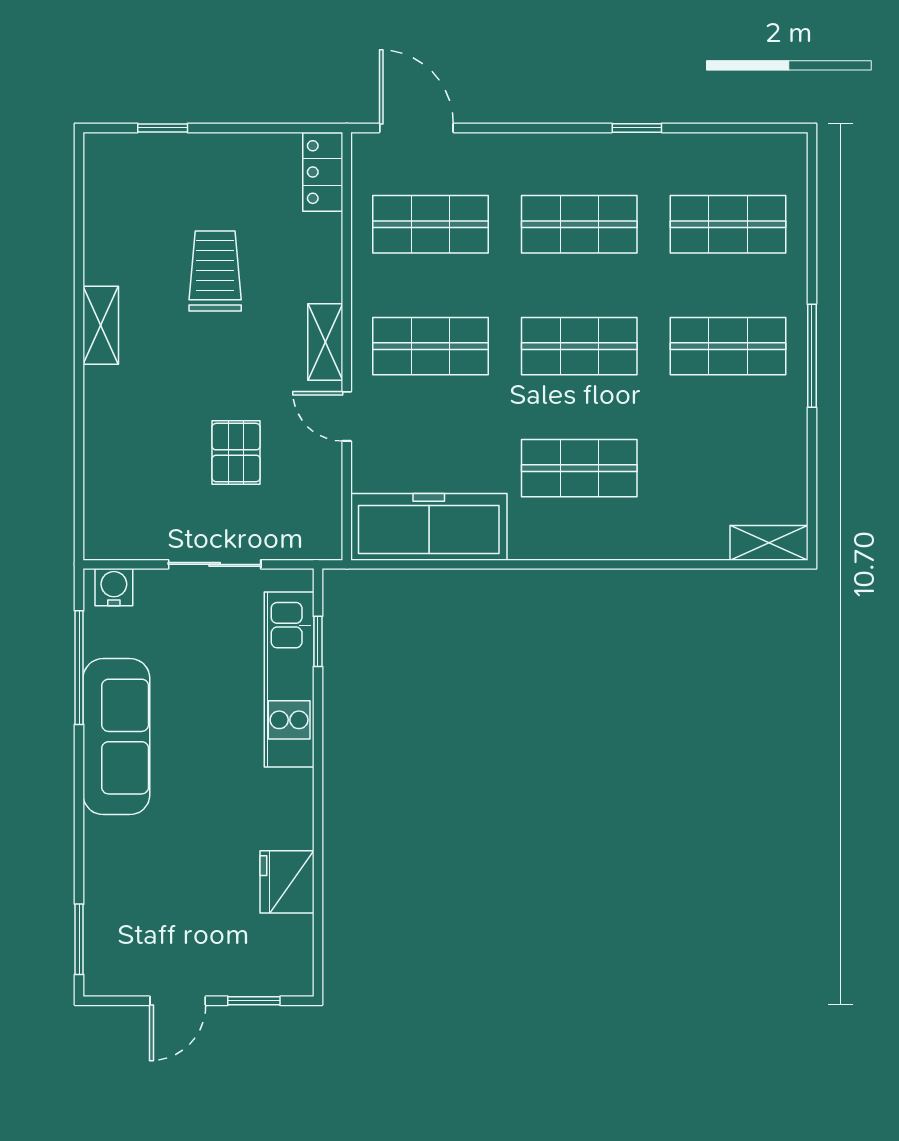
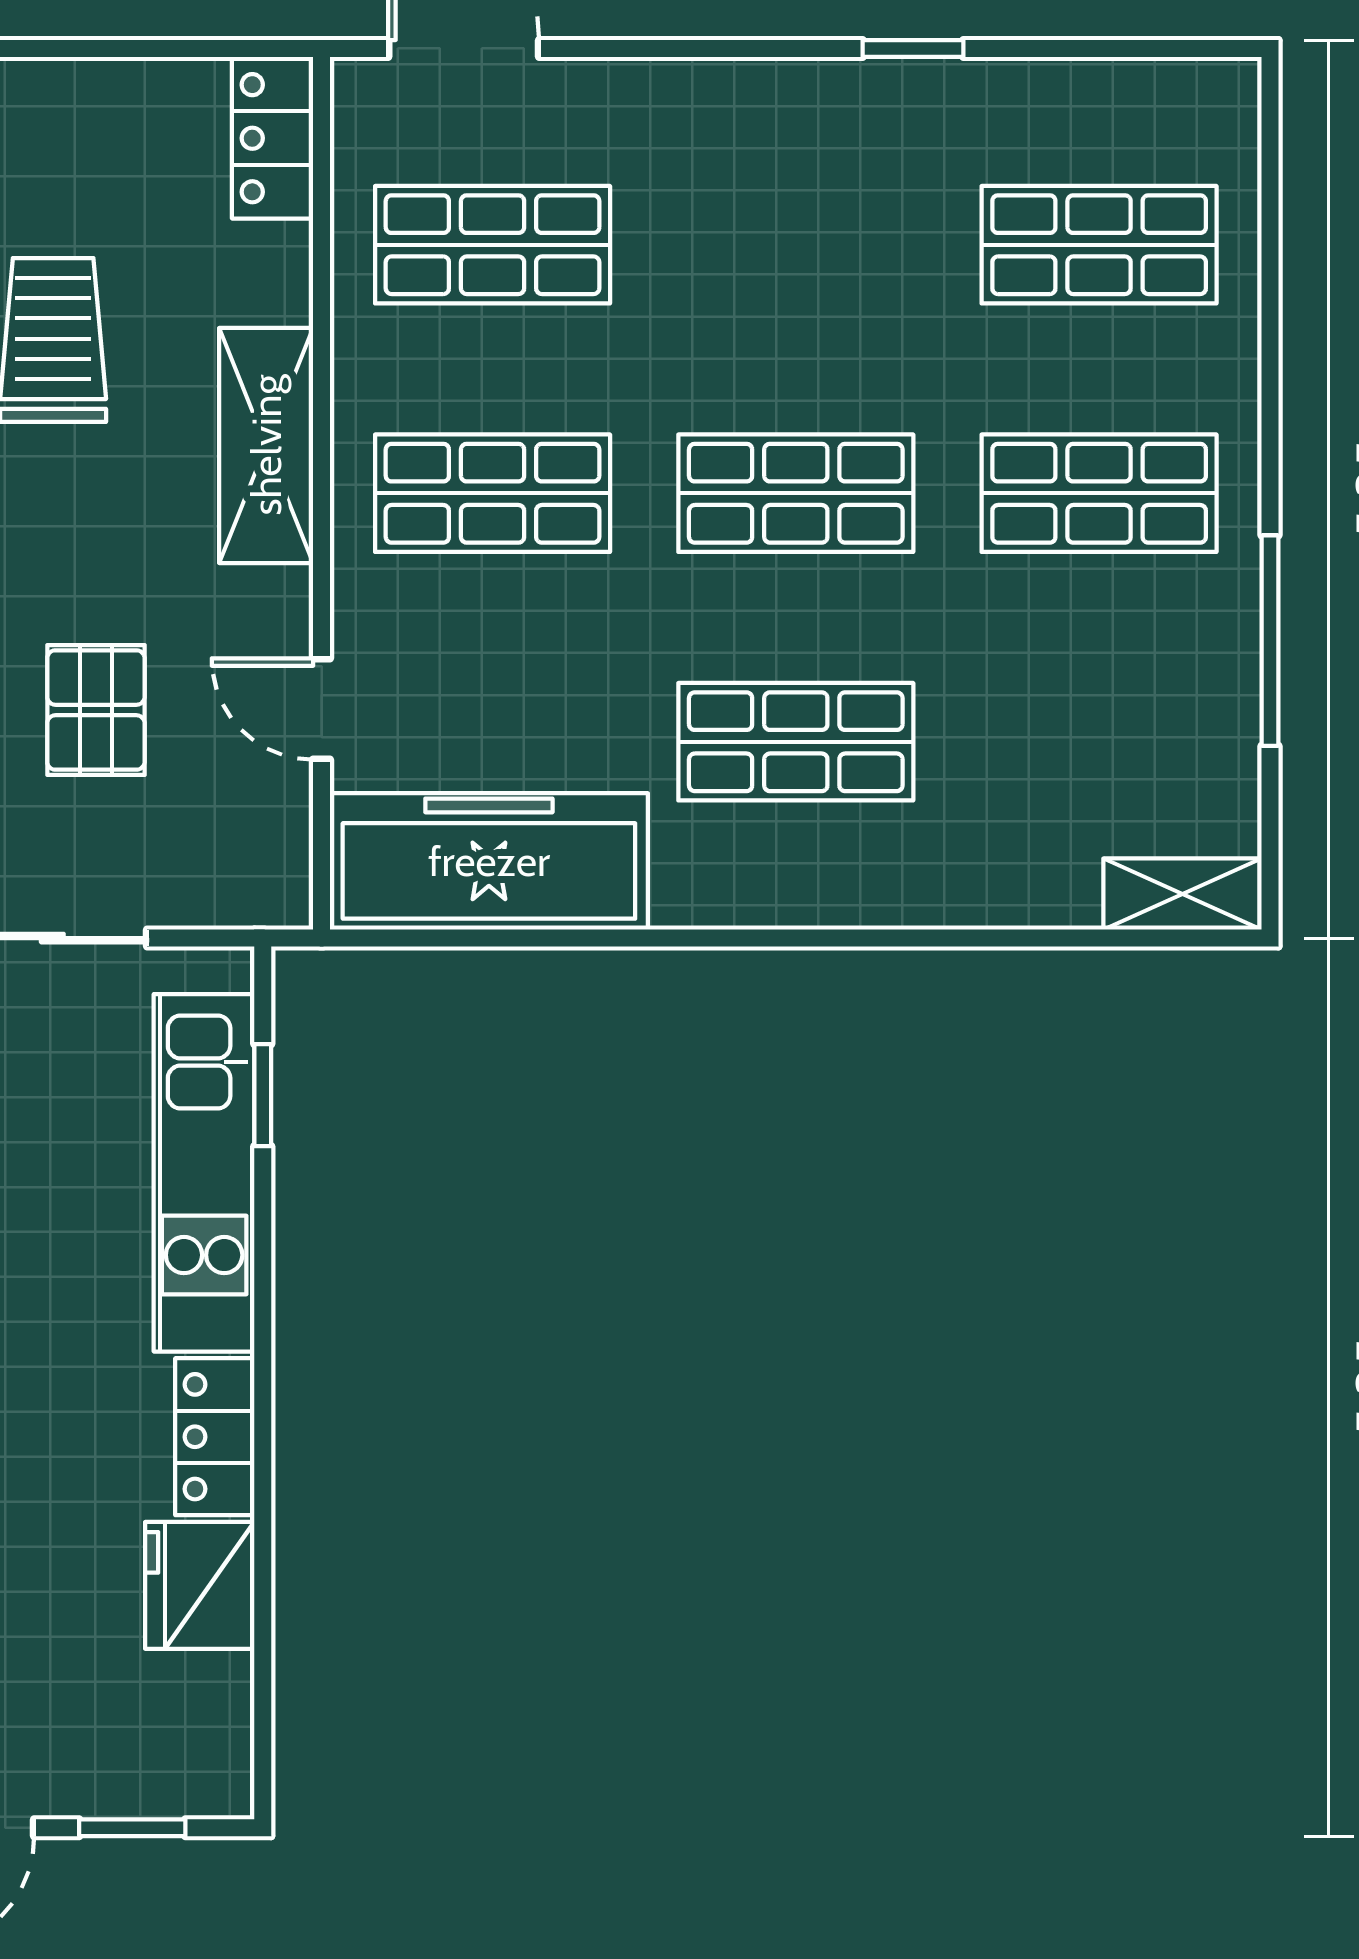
shop shelf: (579, 224) -> (796, 245), removed
shelving: (325, 342) -> (266, 445), width x1.50, depth x1.33
window: (812, 356) -> (1270, 641), moved
door: (347, 416) -> (322, 709), moved
locker: (294, 809) -> (215, 1437), added

